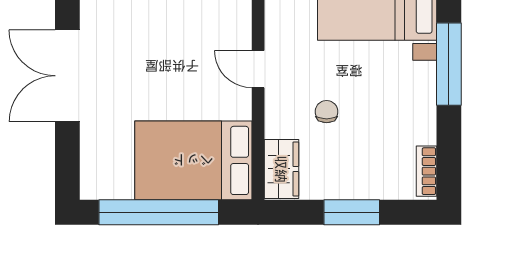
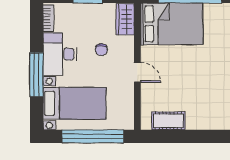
desk: (405, 103) -> (60, 54), added

